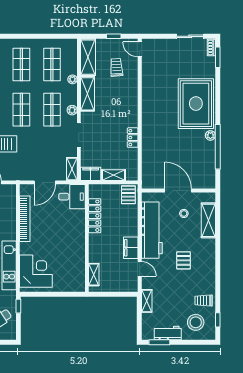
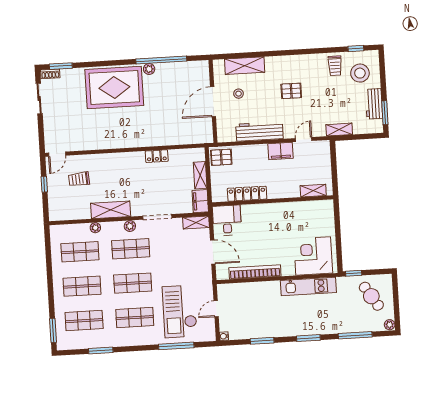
shelving: (88, 57) -> (69, 212), removed
workbench: (152, 230) -> (259, 131), width x0.73, depth x0.76

